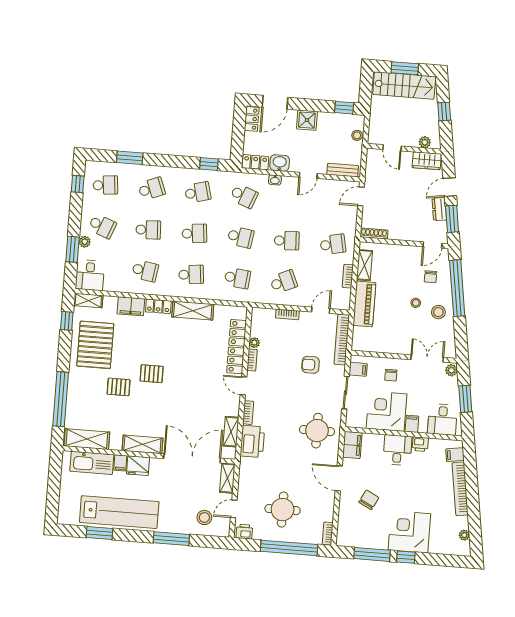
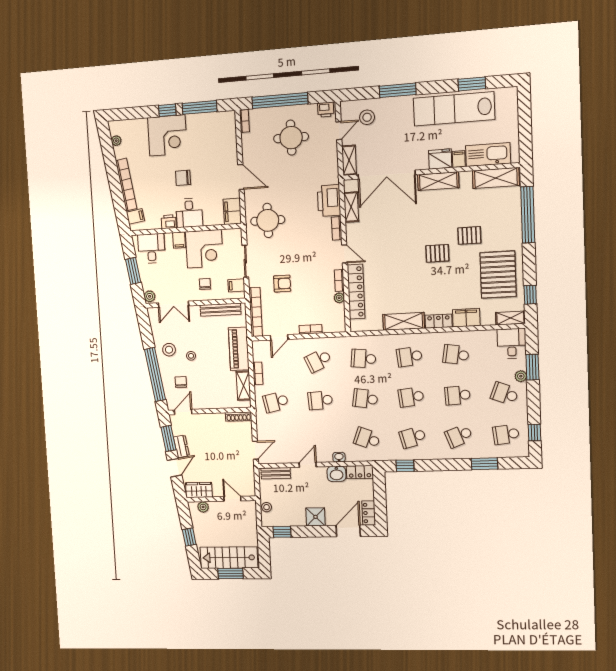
bench: (378, 347) -> (221, 310), added
chair: (369, 500) -> (183, 178), moved, turned 63

